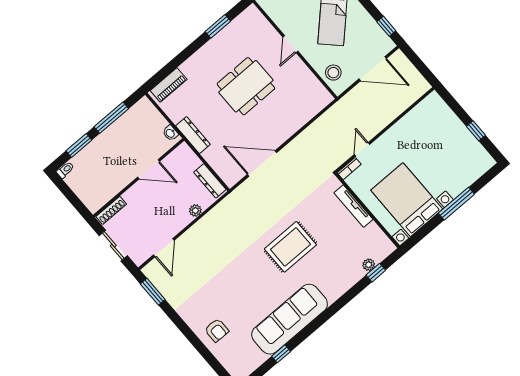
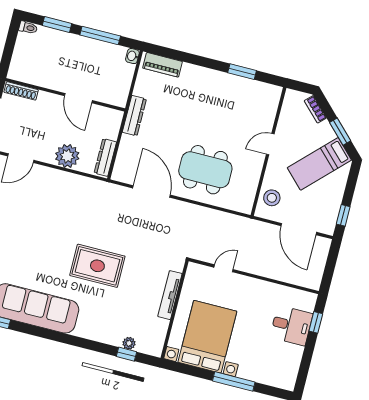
dining table: (246, 86) -> (205, 170), moved
desk: (444, 128) -> (291, 326), added
window: (476, 131) -> (316, 322), moved
washbasin: (170, 133) -> (132, 56), moved
bookcase: (349, 169) -> (199, 269), removed
plant: (195, 211) -> (67, 156), width x1.87, depth x1.87

